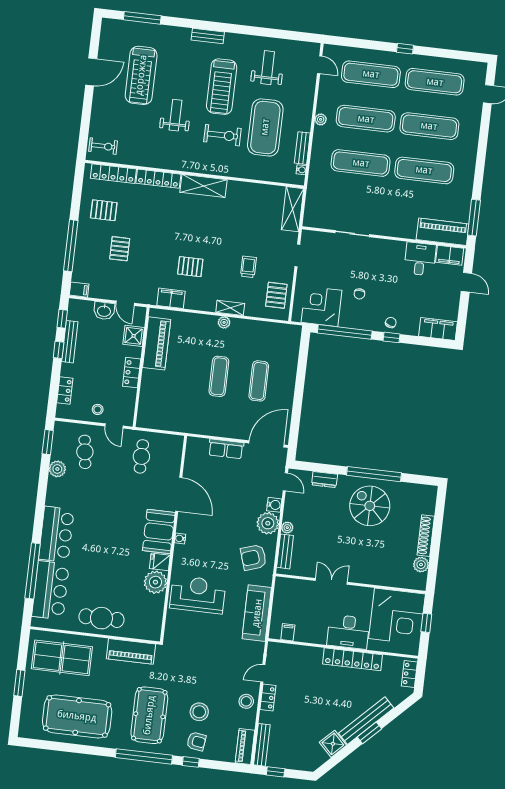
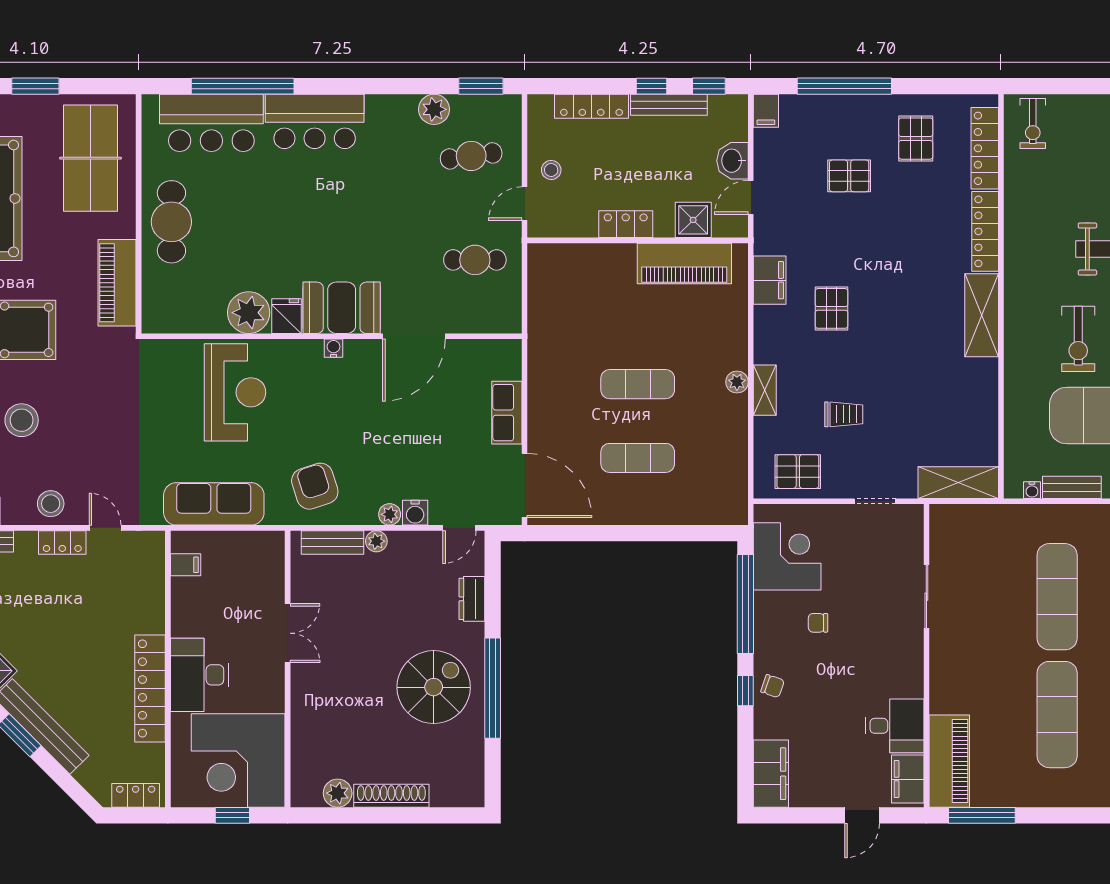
locker: (65, 390) -> (592, 106), width x1.53
plant: (268, 523) -> (390, 514), width x0.53, depth x0.53

